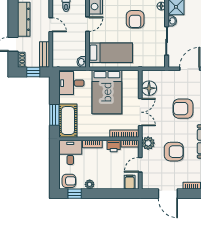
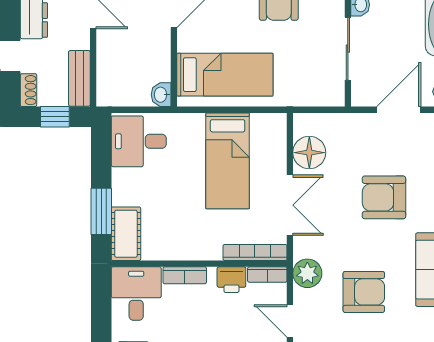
bed: (107, 92) -> (228, 161), width x0.67
cot: (68, 121) -> (126, 234), width x0.73, depth x0.75
door: (140, 165) -> (290, 321), hinge flipped

